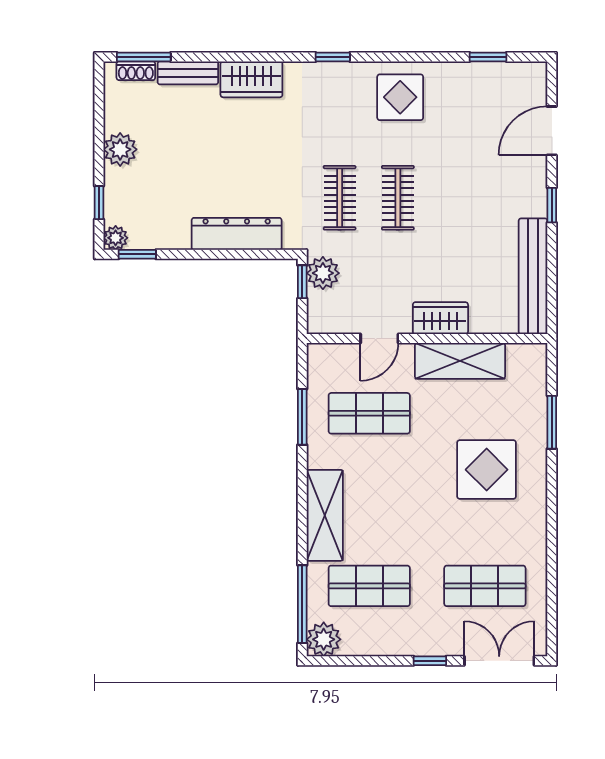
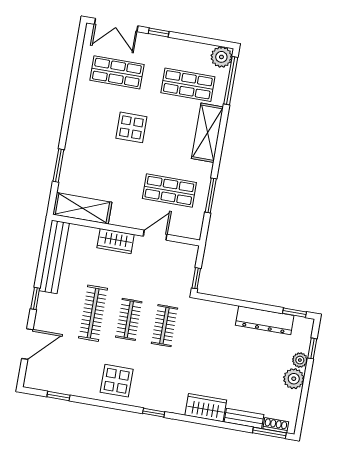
clothes rail: (456, 198) -> (93, 313), added
dresser: (237, 234) -> (265, 320), moved
plant: (116, 238) -> (300, 360), moved
plant: (323, 273) -> (183, 281), removed
shelving: (460, 361) -> (82, 208), moved
display table: (487, 470) -> (131, 127), moved, width x0.73, depth x0.73

